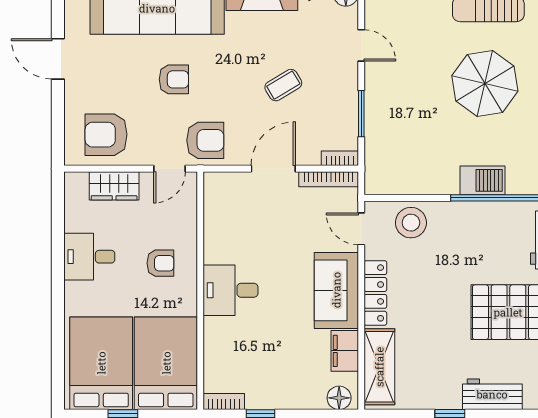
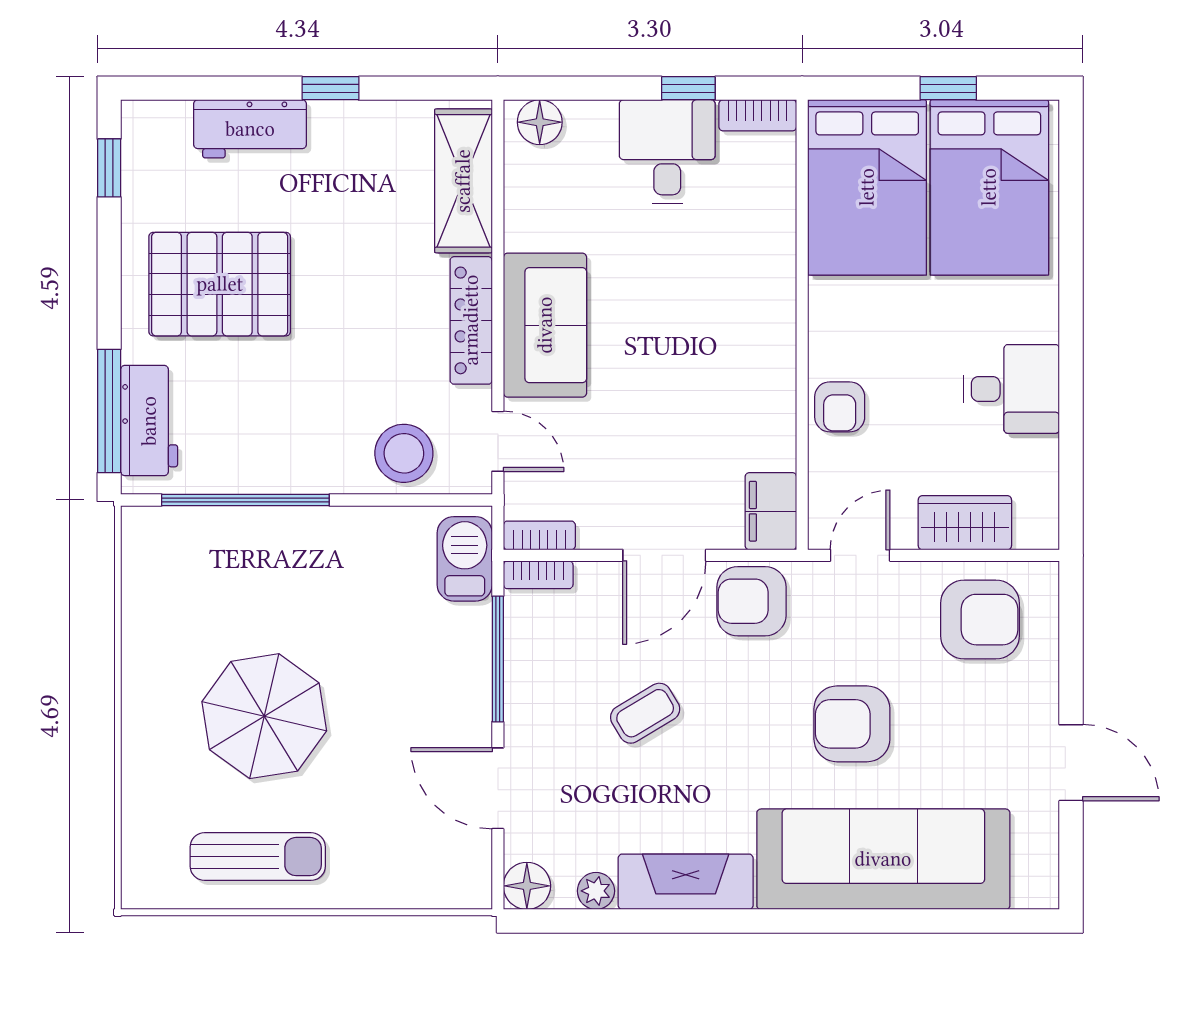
door: (361, 45) -> (498, 788), width x1.38
armchair: (174, 79) -> (852, 724), width x1.38, depth x1.38
window: (361, 114) -> (498, 659), width x1.44
armchair: (205, 140) -> (751, 601), moved
bookcase: (329, 179) -> (539, 535), width x0.64
barbecue: (482, 180) -> (465, 559), moved, turned 90
armchair: (160, 263) -> (840, 407), moved, turned -90
desk: (230, 290) -> (667, 151), moved, turned -90
filing cabinet: (345, 351) -> (771, 511), moved, turned 180

